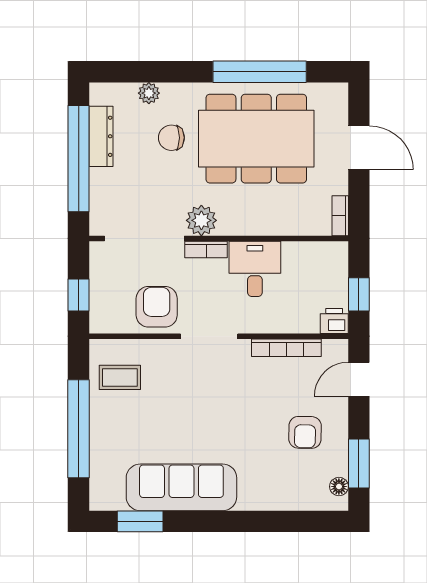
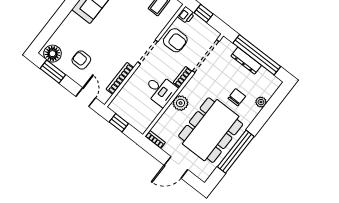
dresser: (101, 136) -> (246, 61), moved
plant: (201, 220) -> (180, 103), moved
printer: (334, 321) -> (186, 15), moved
floor lamp: (339, 487) -> (52, 54), width x1.89, depth x1.89

